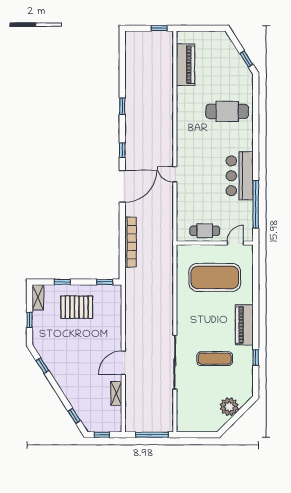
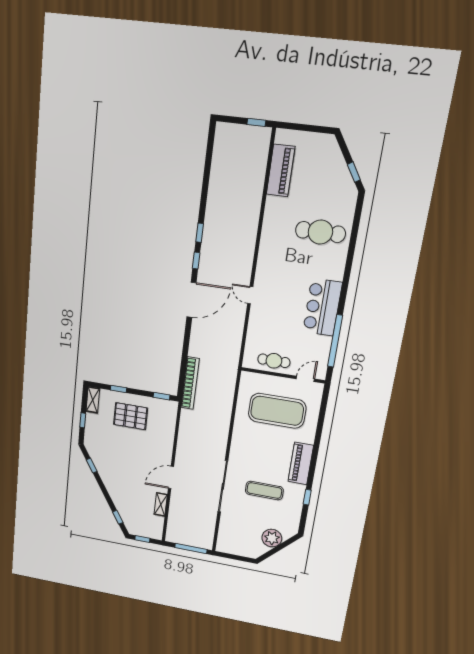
window: (122, 106) -> (200, 233), moved
bookcase: (131, 242) -> (190, 383), moved

